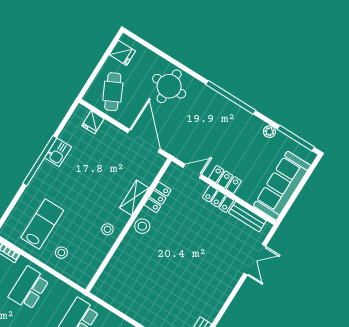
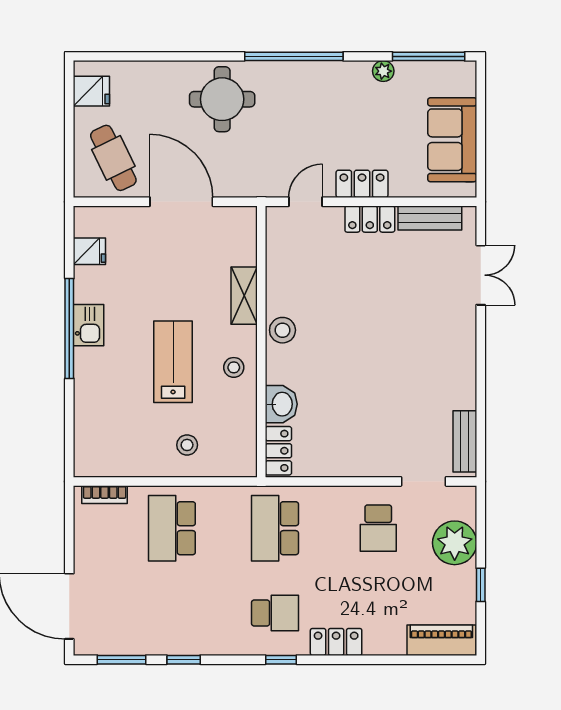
round table: (169, 86) -> (222, 99), moved
fridge: (93, 122) -> (89, 251), moved, turned -90
door: (144, 141) -> (181, 202), moved
kitchen sink: (58, 152) -> (88, 325), moved
sofa: (282, 186) -> (452, 140), width x0.73
locker: (158, 197) -> (278, 451), moved
lab bench: (42, 224) -> (173, 362), moved
washbasin: (119, 261) -> (281, 404), added

